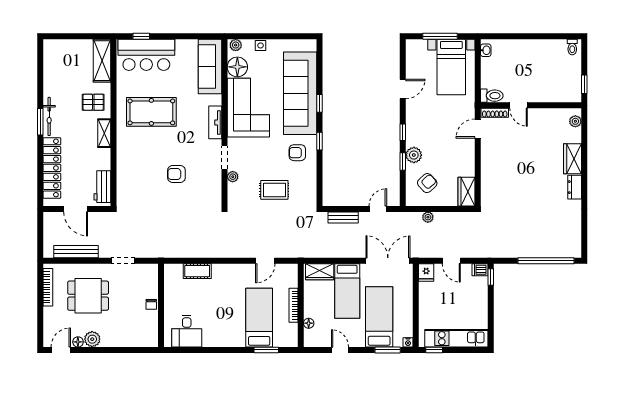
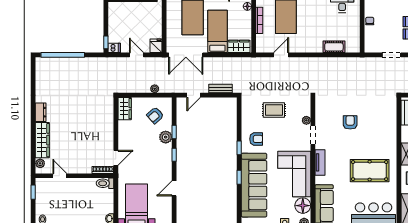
door: (519, 105) -> (60, 176), moved
wardrobe: (573, 159) -> (42, 140), width x1.50
armchair: (176, 174) -> (350, 122), turned -90

